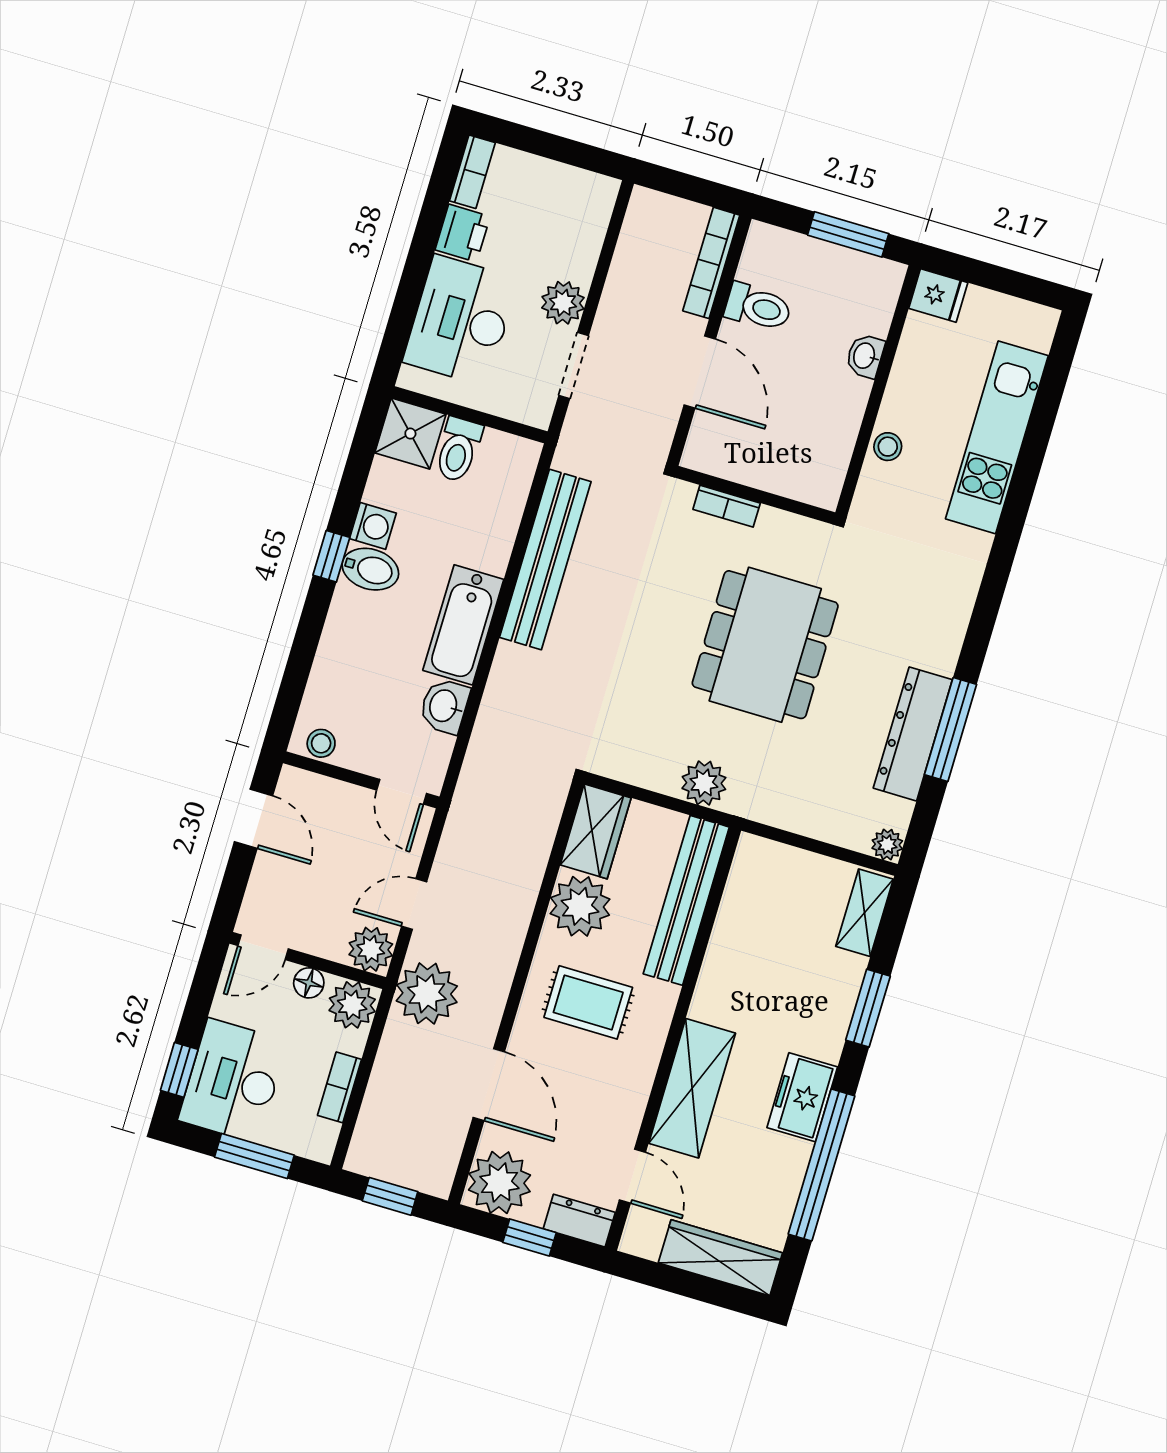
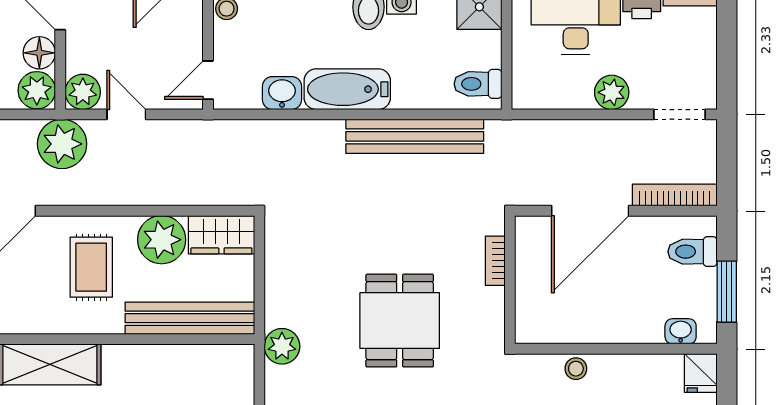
toilet: (758, 307) -> (692, 252), moved, turned 90
washbasin: (865, 356) -> (681, 331), moved
doorway: (574, 366) -> (680, 114), moved
door: (700, 372) -> (590, 211), width x1.36
toilet: (458, 450) -> (478, 84), moved
dining table: (765, 645) -> (400, 321), width x0.73
plant: (704, 783) -> (282, 346), moved
floor lamp: (309, 983) -> (39, 53), width x1.37, depth x1.37

